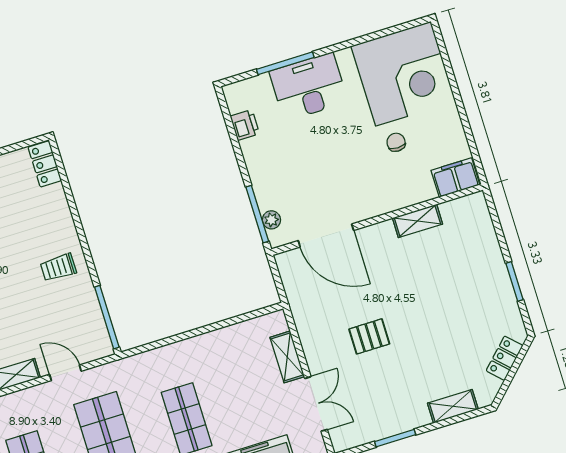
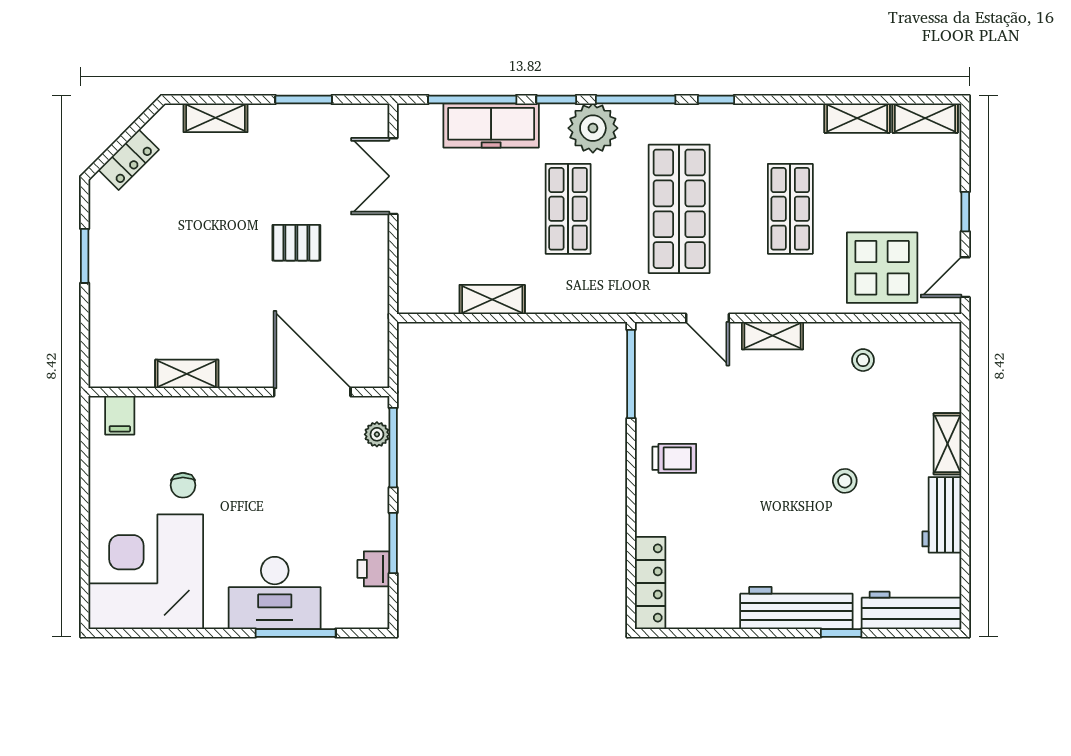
window: (237, 147) -> (393, 543), added
locker: (45, 164) -> (650, 583), width x1.53
filing cabinet: (455, 178) -> (120, 415), width x0.50
shelving: (287, 357) -> (492, 300), moved, turned 90

